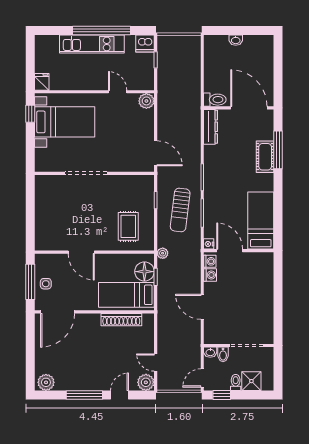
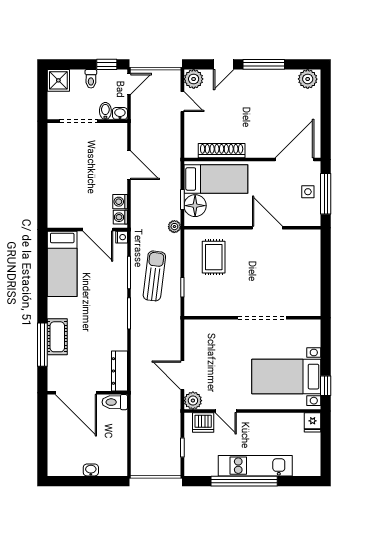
dishwasher: (145, 43) -> (203, 423), moved, turned 180
door: (156, 153) -> (182, 375), moved
shower: (251, 381) -> (58, 80), moved

